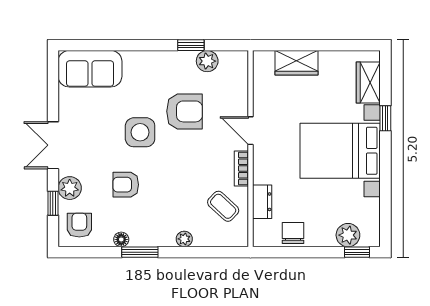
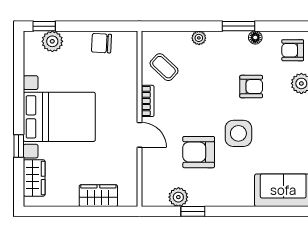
dresser: (262, 202) -> (129, 71), removed
armchair: (79, 225) -> (293, 50), turned 90
chair: (293, 233) -> (102, 43), turned 93

